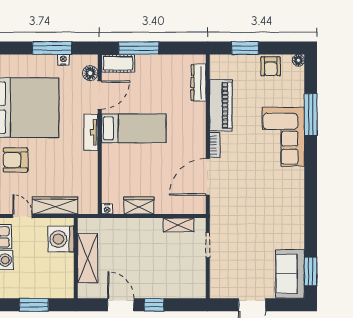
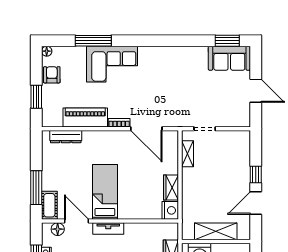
armchair: (271, 66) -> (52, 75), turned -90
nightstand: (107, 209) -> (170, 210), width x1.89, depth x1.79

